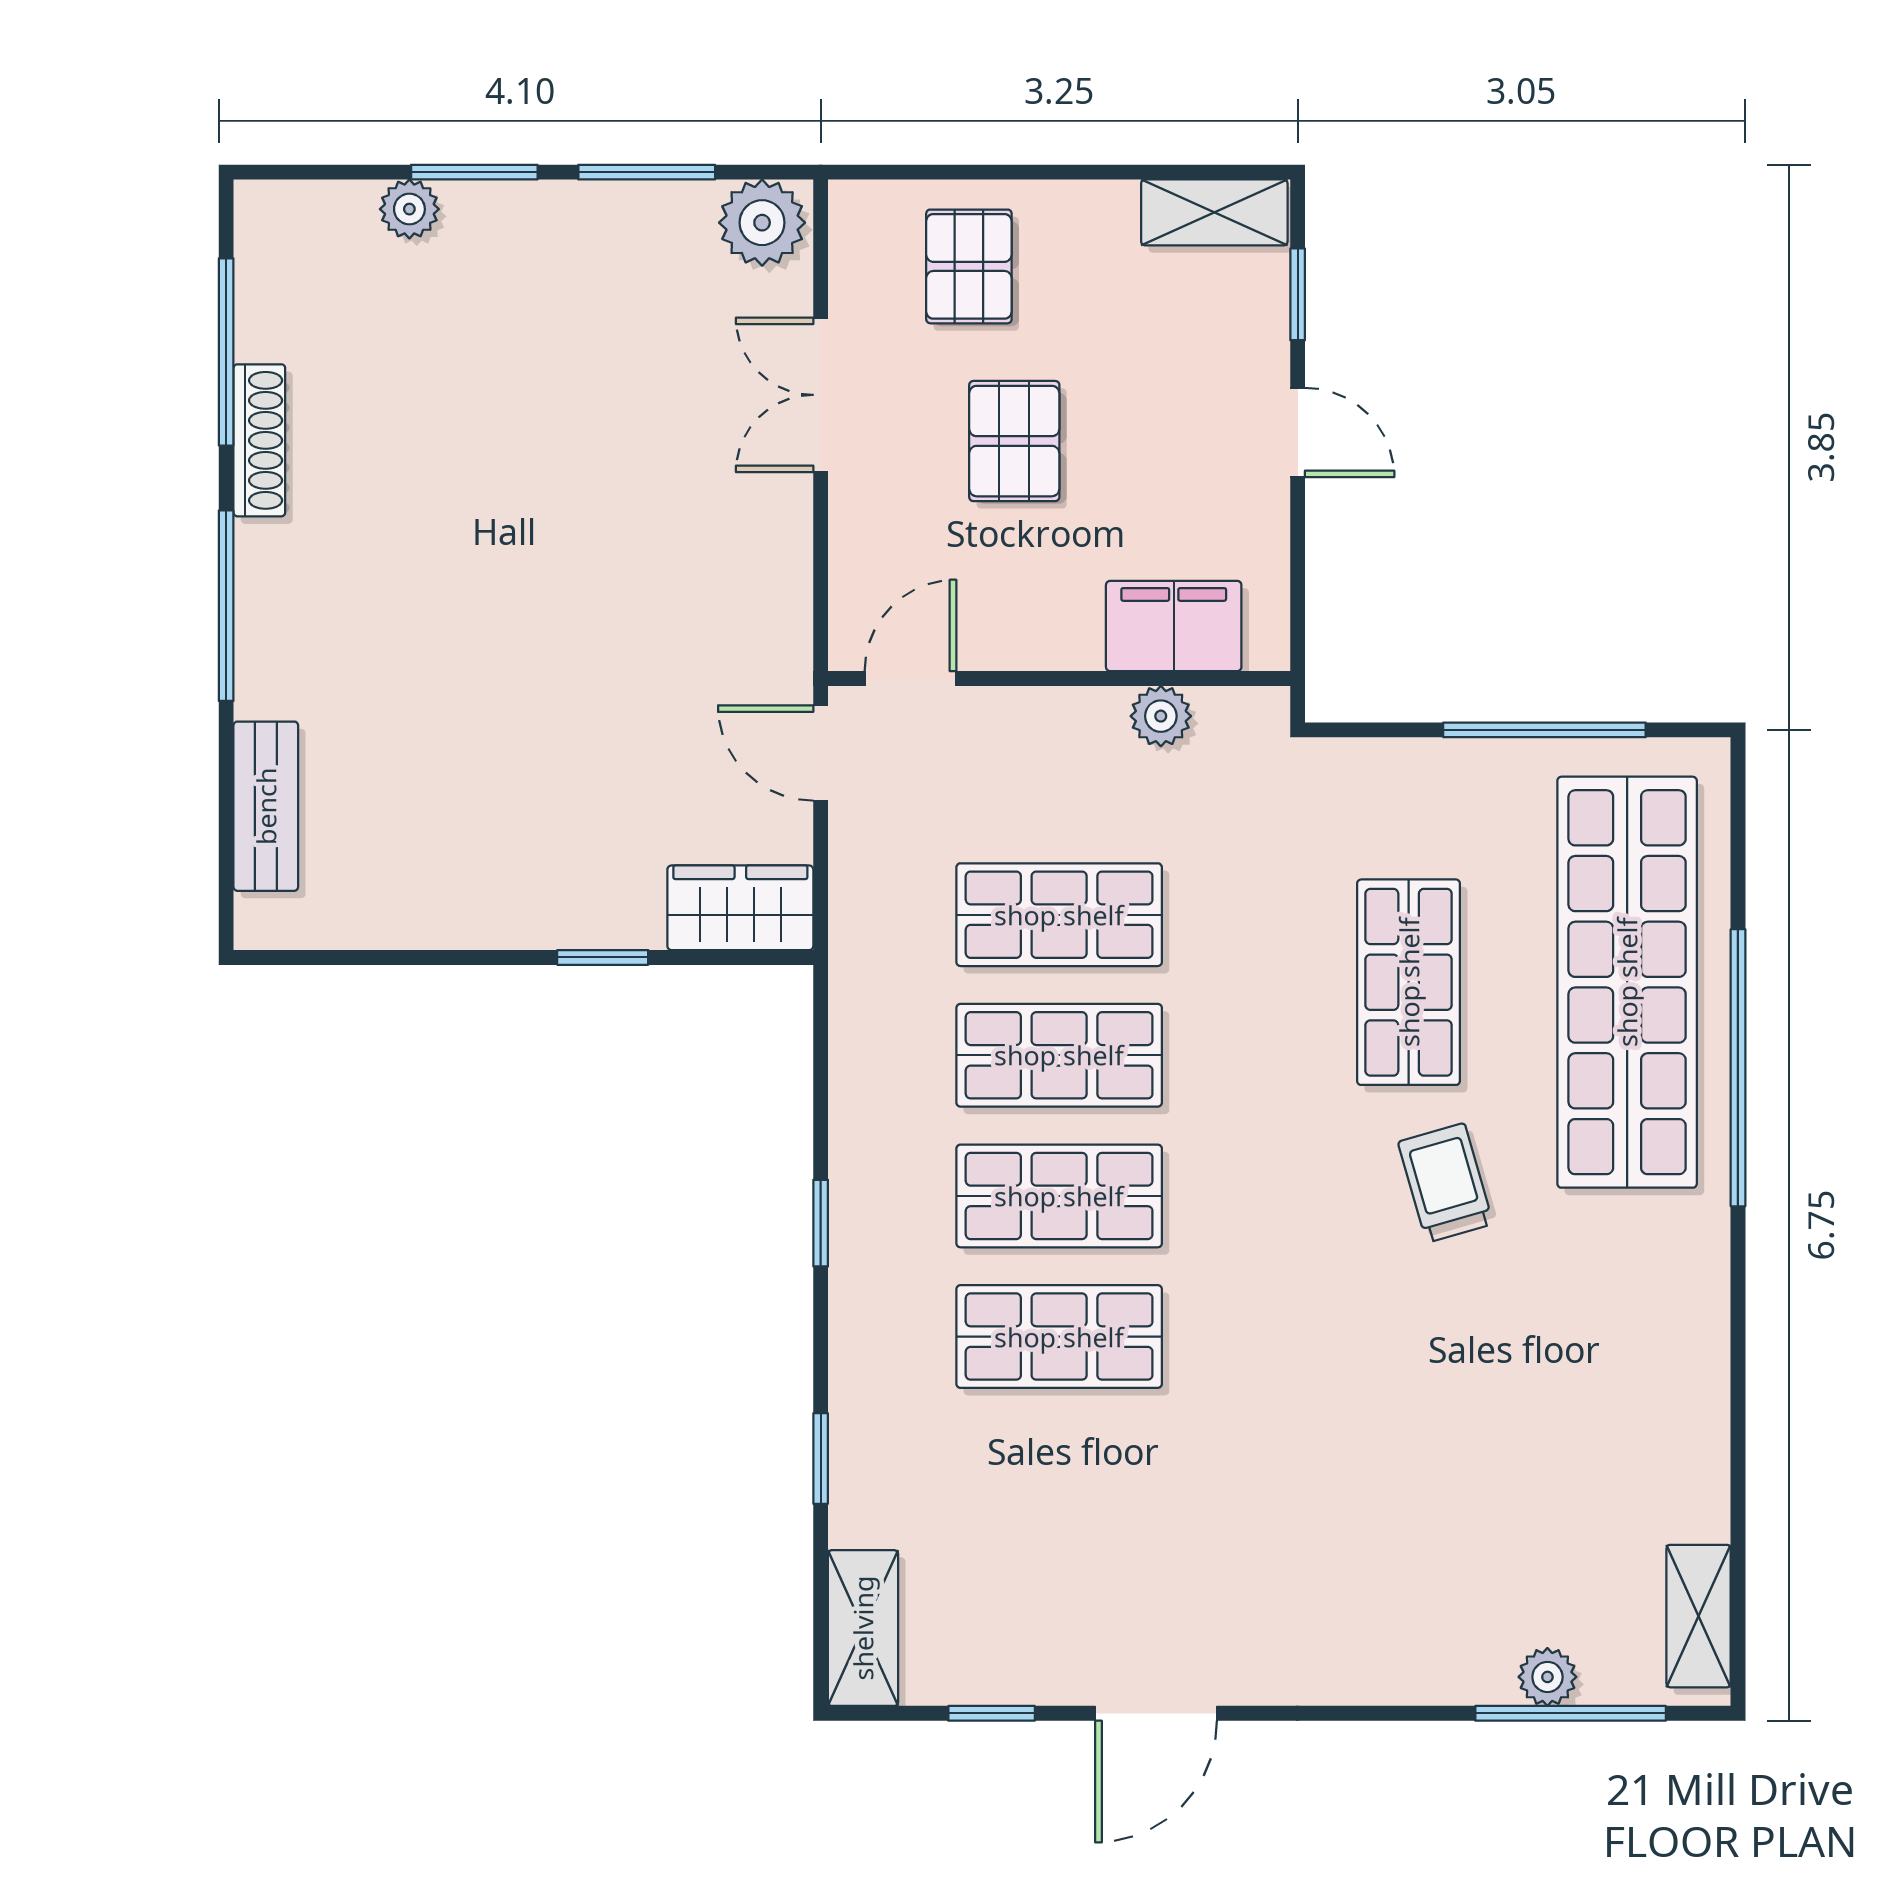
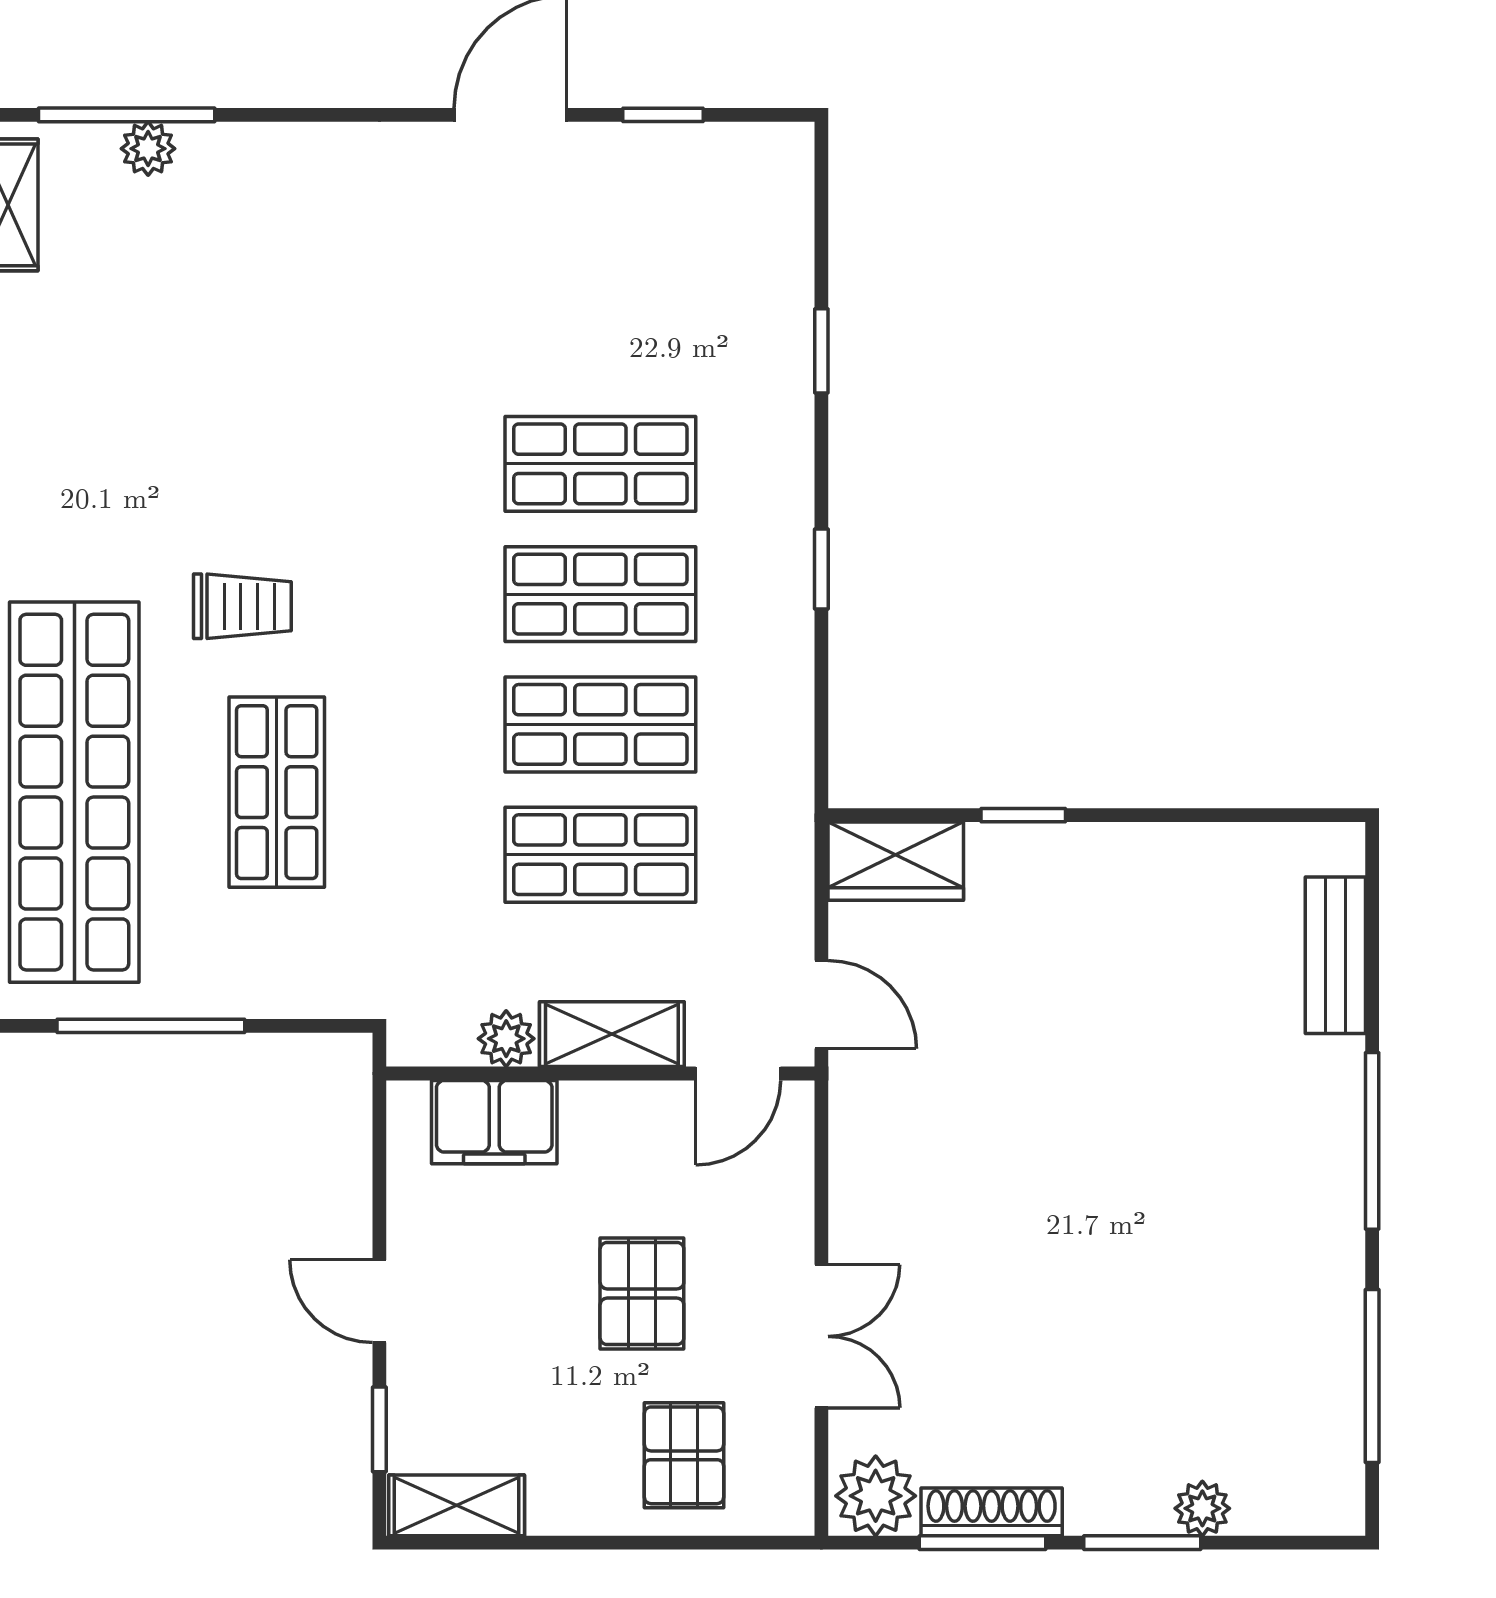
shoe rack: (259, 440) -> (992, 1512), moved, turned 90
trolley: (1446, 1183) -> (242, 606), turned -74
shelving: (863, 1628) -> (612, 1034), moved, turned 90

